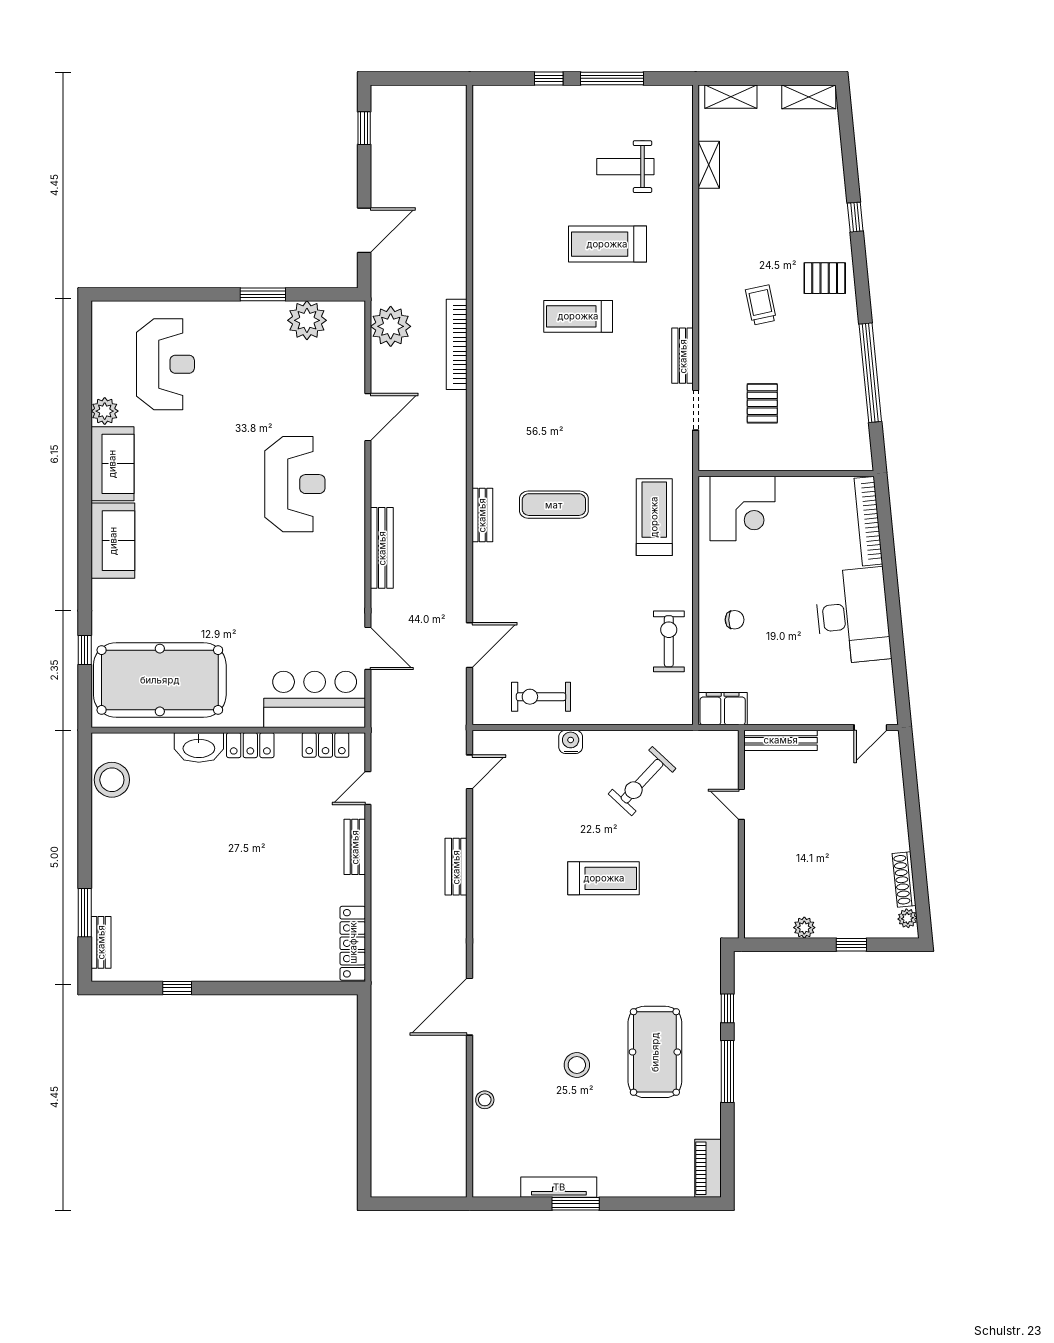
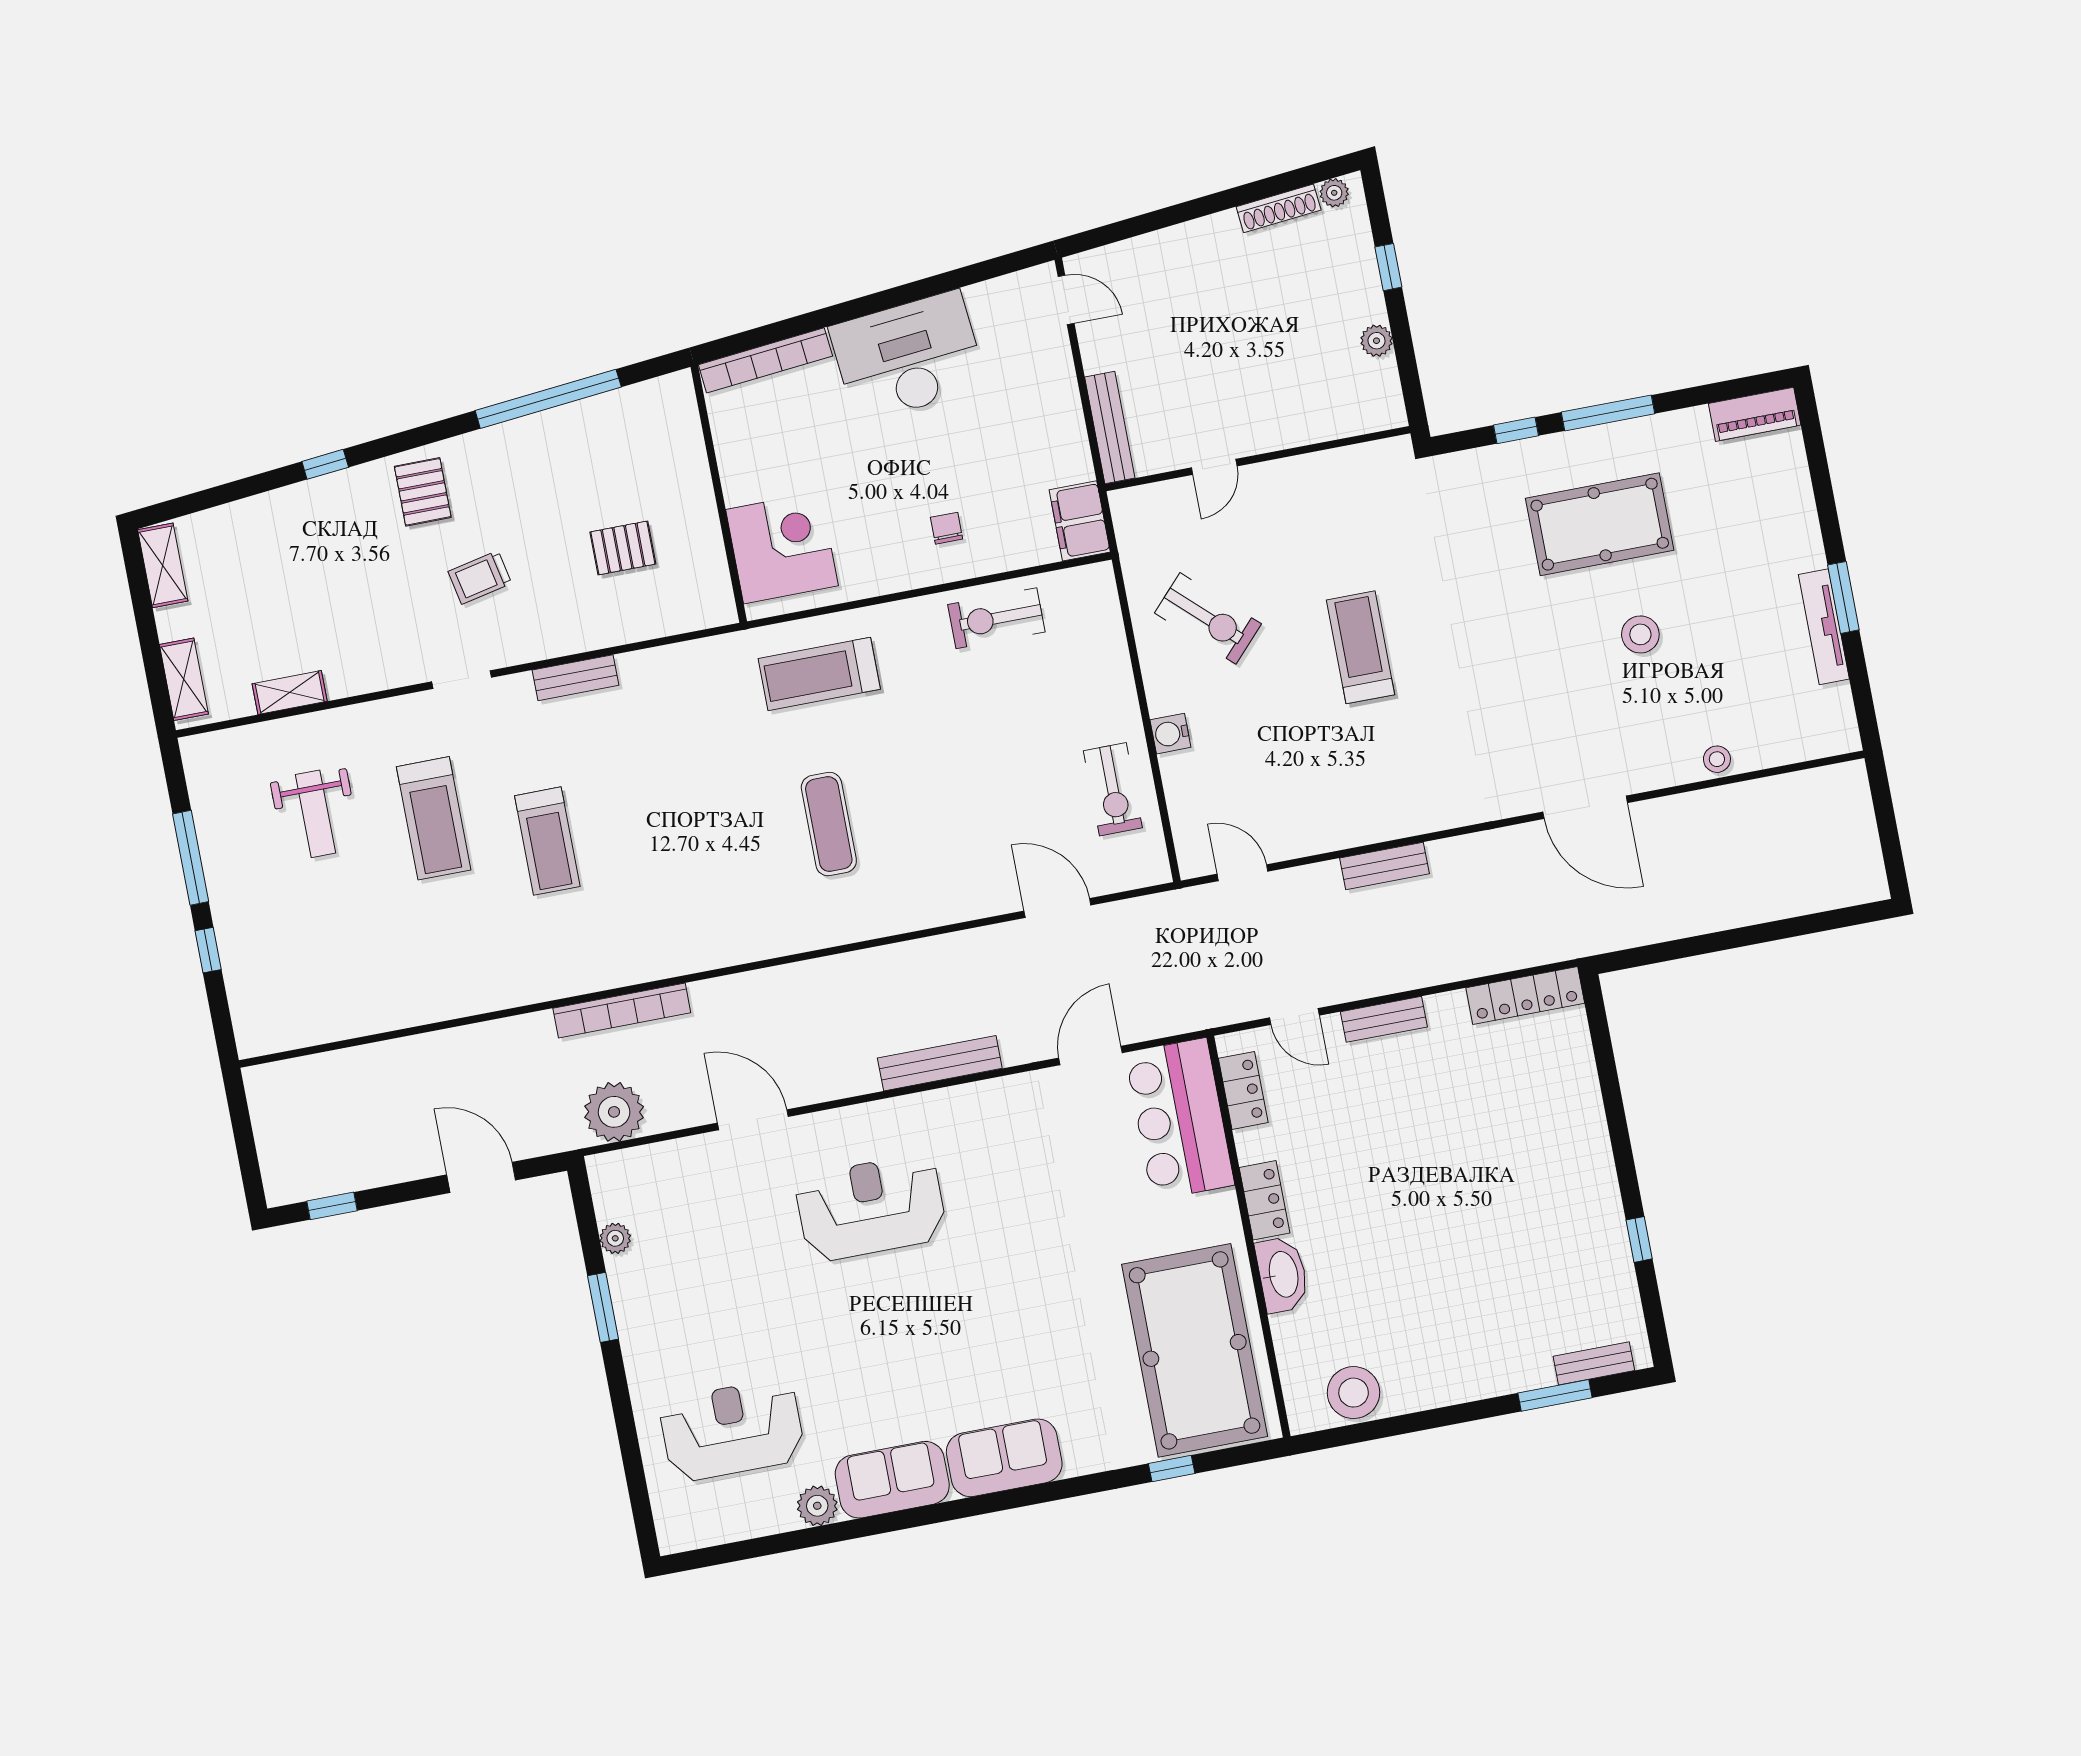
plant: (307, 320) -> (615, 1238), width x0.53, depth x0.53
doorway: (696, 410) -> (462, 680), moved
bench: (482, 515) -> (864, 926), removed

